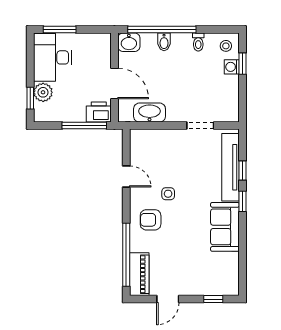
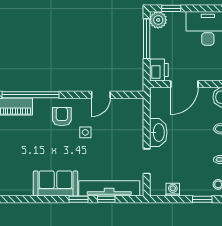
washing machine: (232, 67) -> (173, 190), moved
plant: (43, 92) -> (158, 20), moved
washbasin: (150, 113) -> (158, 133), moved
window: (84, 126) -> (147, 39), moved

